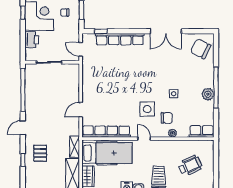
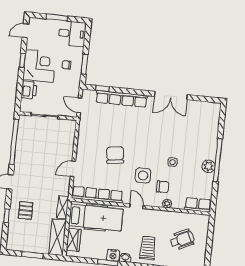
chair: (201, 49) -> (115, 155), moved, turned 56

